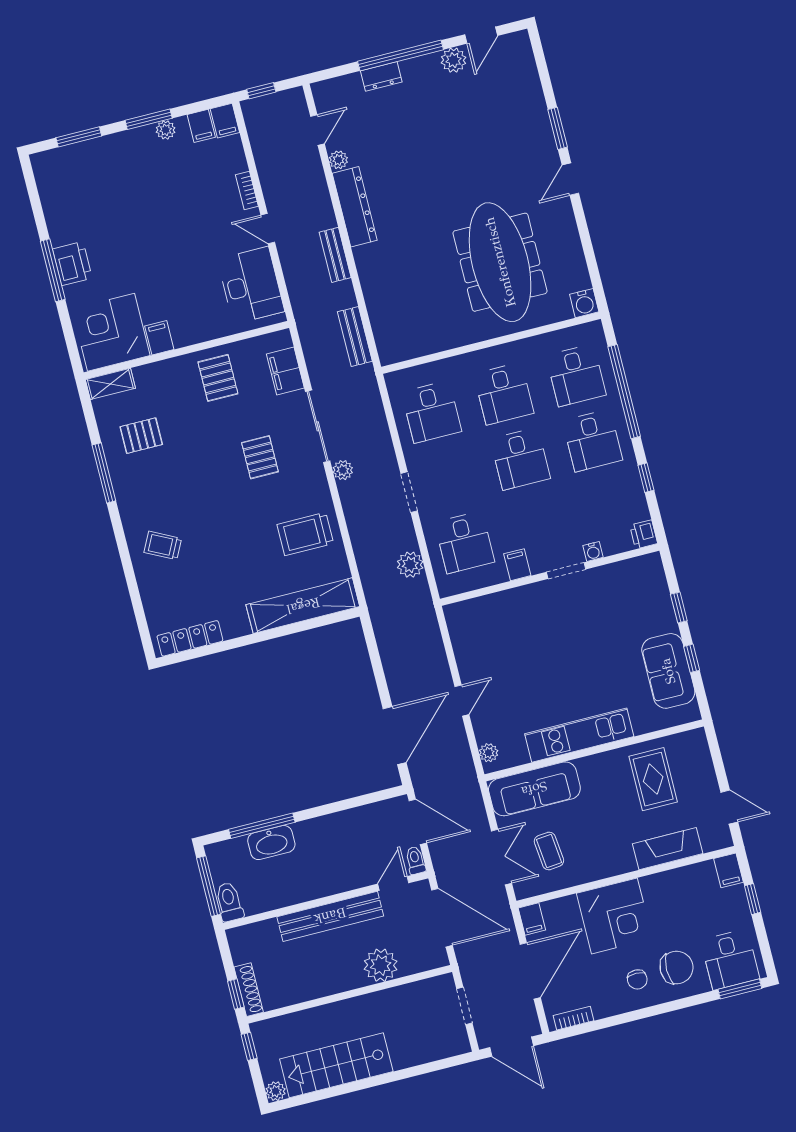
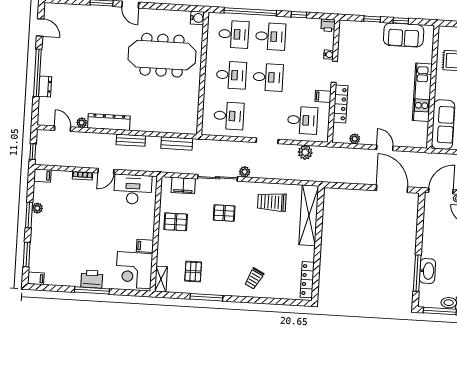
plant: (454, 60) -> (49, 46), removed
filing cabinet: (201, 126) -> (36, 278), moved
trolley: (305, 534) -> (272, 202), turned 90
locker: (514, 599) -> (340, 104), added
plant: (489, 753) -> (355, 139), moved

